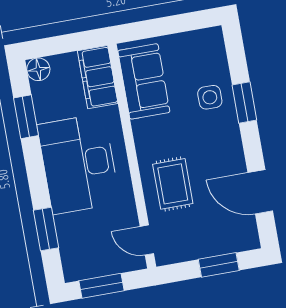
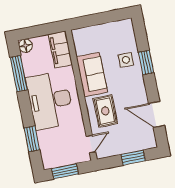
sofa: (144, 81) -> (92, 74), moved
window: (26, 117) -> (19, 74), width x1.44
door: (147, 240) -> (91, 144), swing flipped

